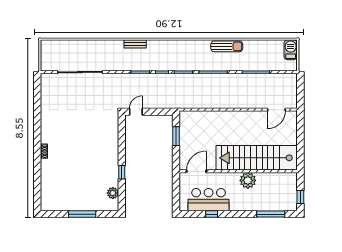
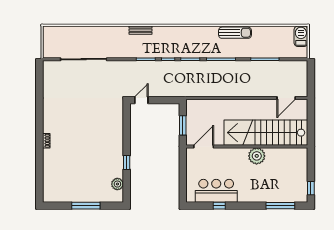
stairs: (257, 158) -> (266, 133), moved
door: (196, 171) -> (204, 146), moved
wall: (238, 171) -> (247, 146), moved
plant: (248, 180) -> (257, 156), moved

